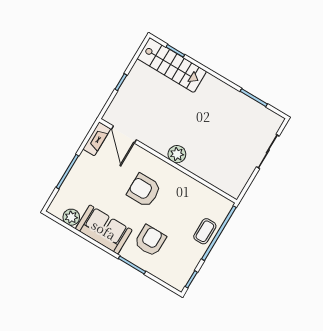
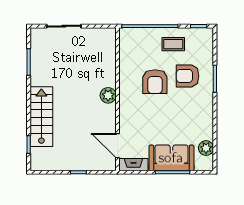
stairs: (172, 65) -> (41, 117), moved
door: (124, 134) -> (117, 146), swing flipped
armchair: (144, 190) -> (155, 82), moved
sofa: (104, 230) -> (171, 158), moved, turned 90
coffee table: (205, 231) -> (173, 44), moved

